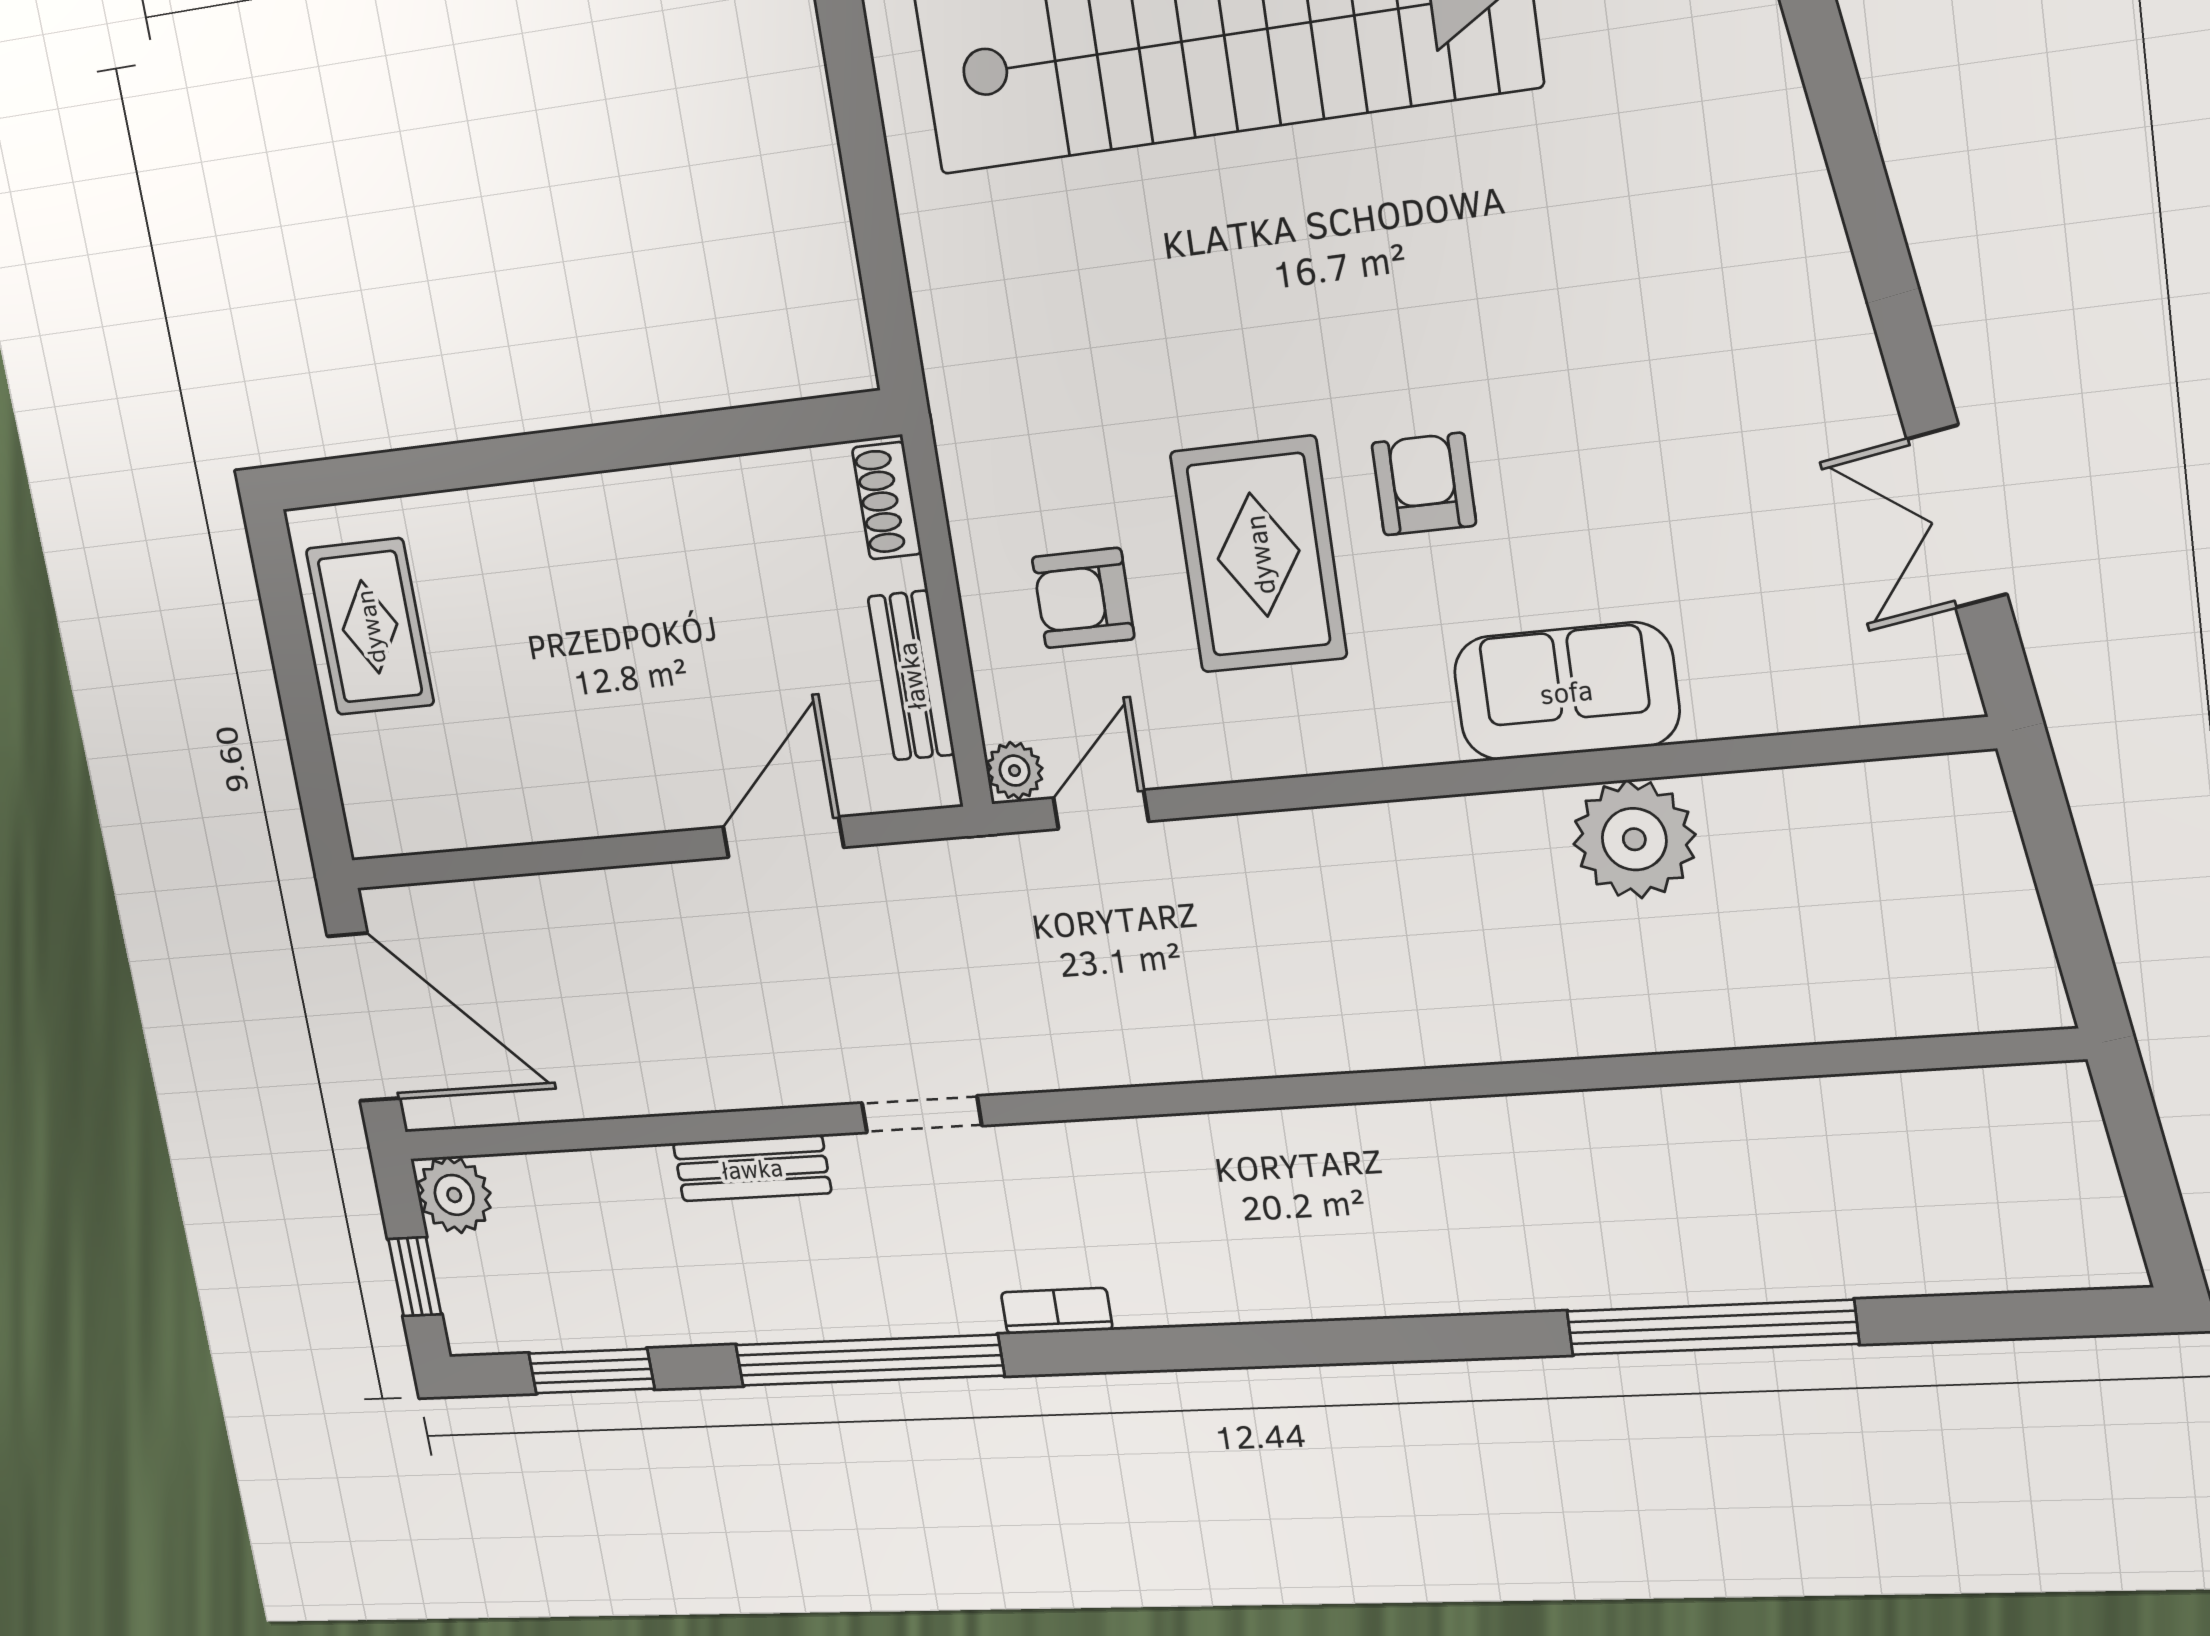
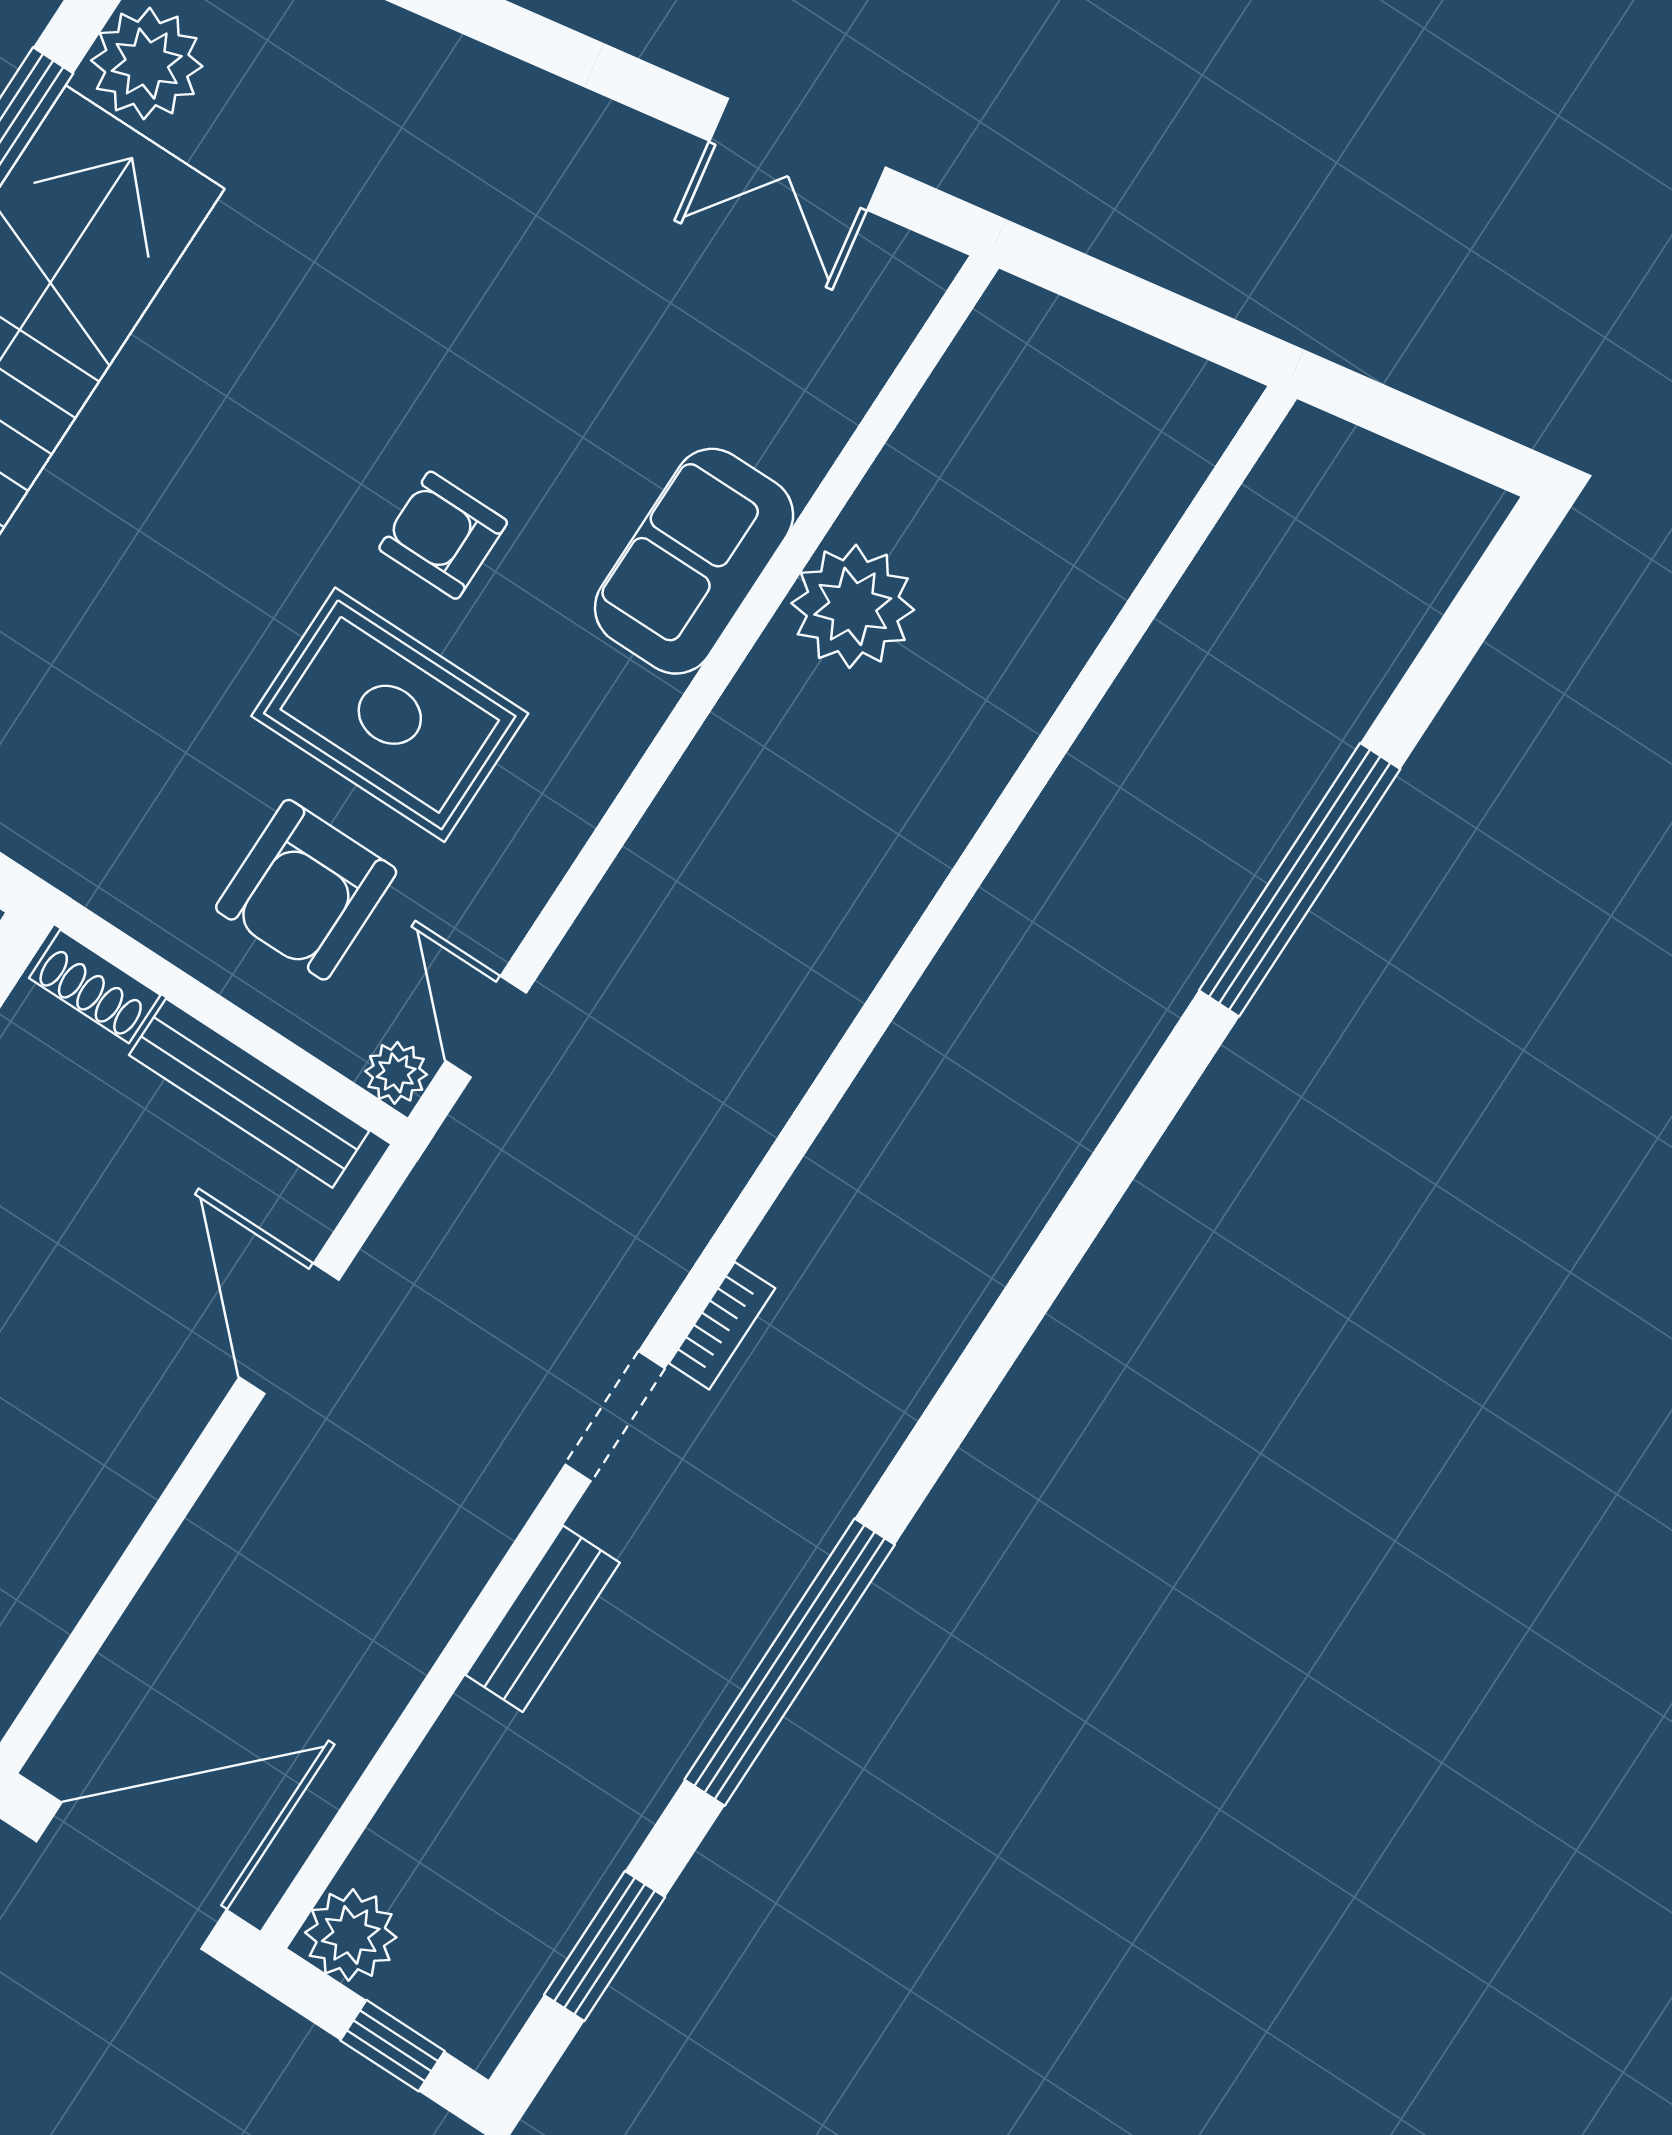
armchair: (1083, 598) -> (306, 890), width x1.38, depth x1.38
bench: (911, 676) -> (249, 1093), width x1.36
bookcase: (1057, 1311) -> (722, 1326), moved, turned 180

